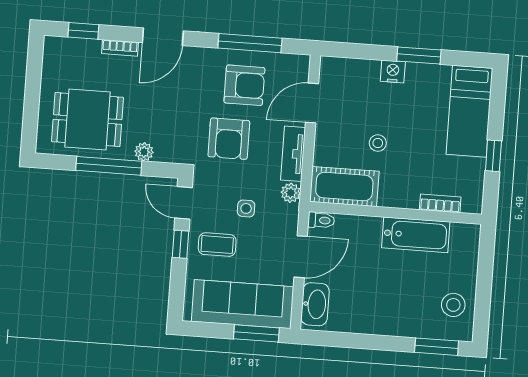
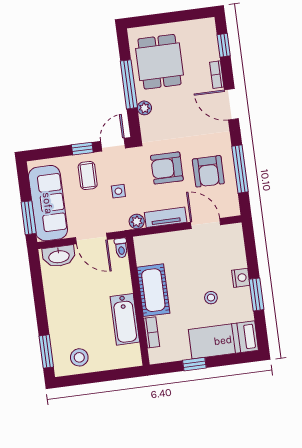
stool: (378, 143) -> (211, 298), moved
cot: (344, 187) -> (153, 290), moved

